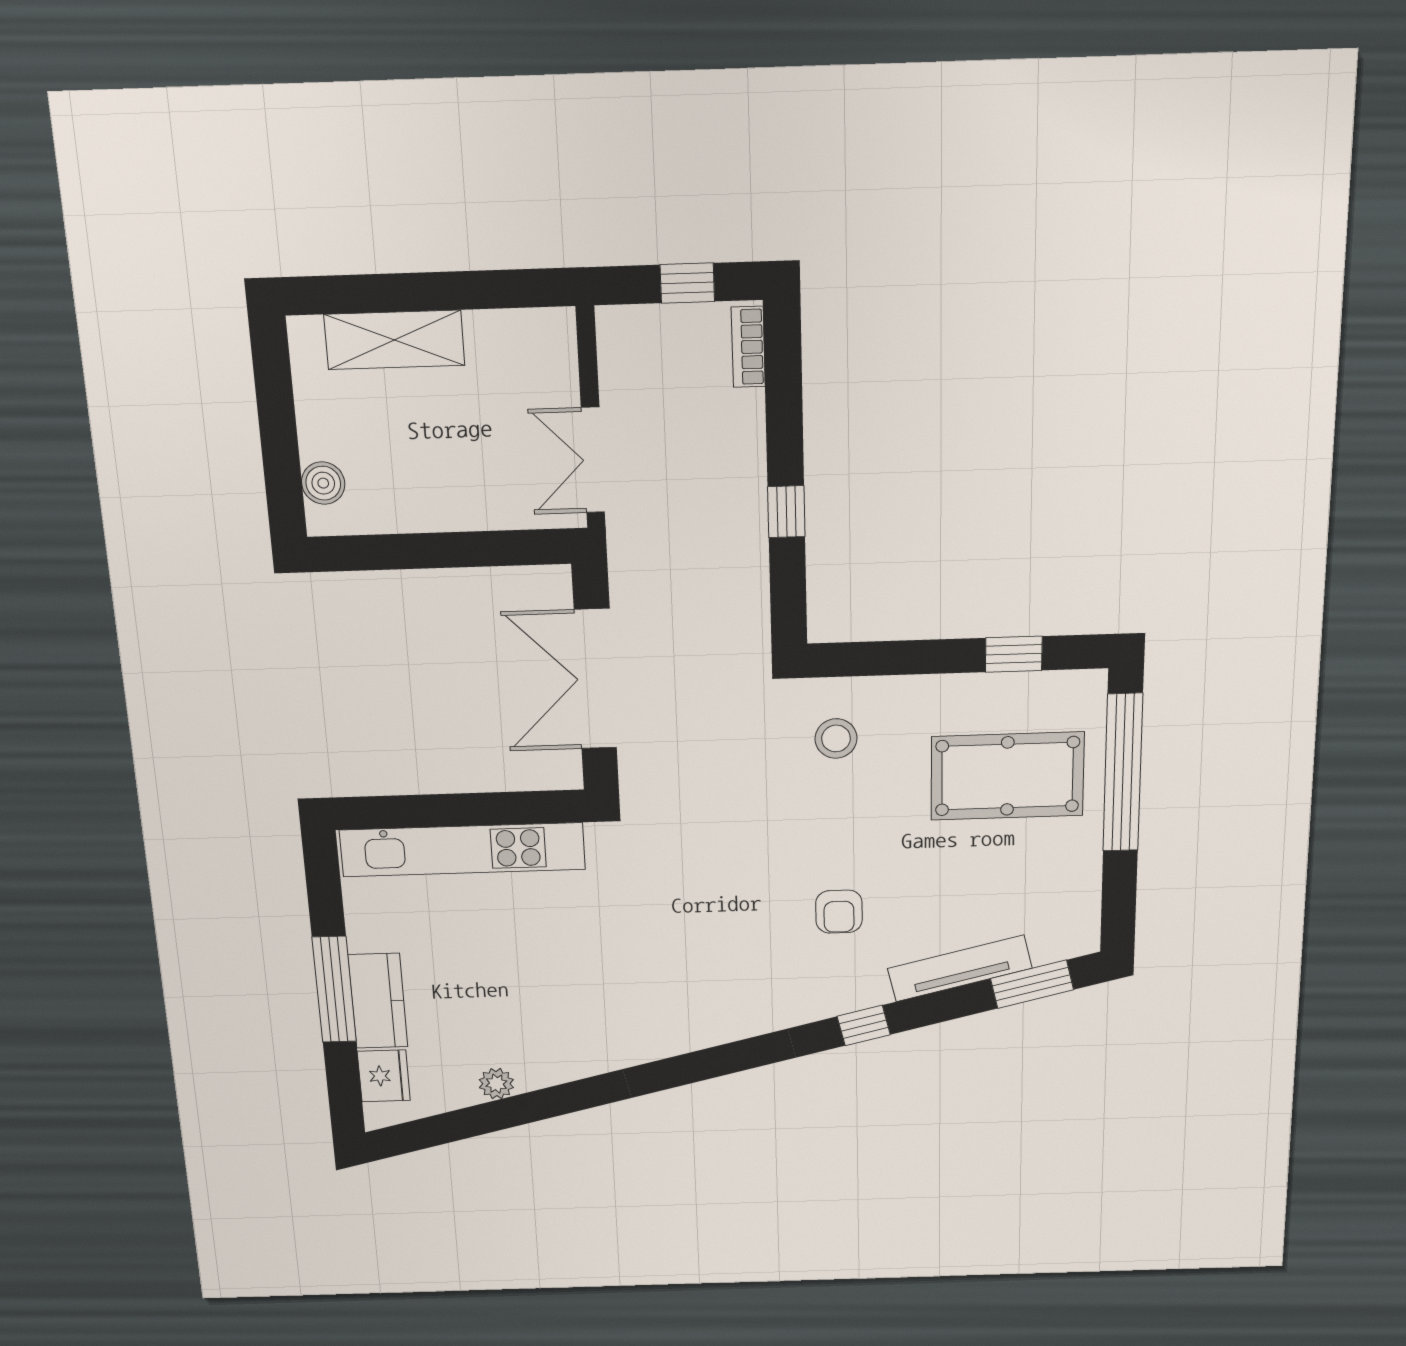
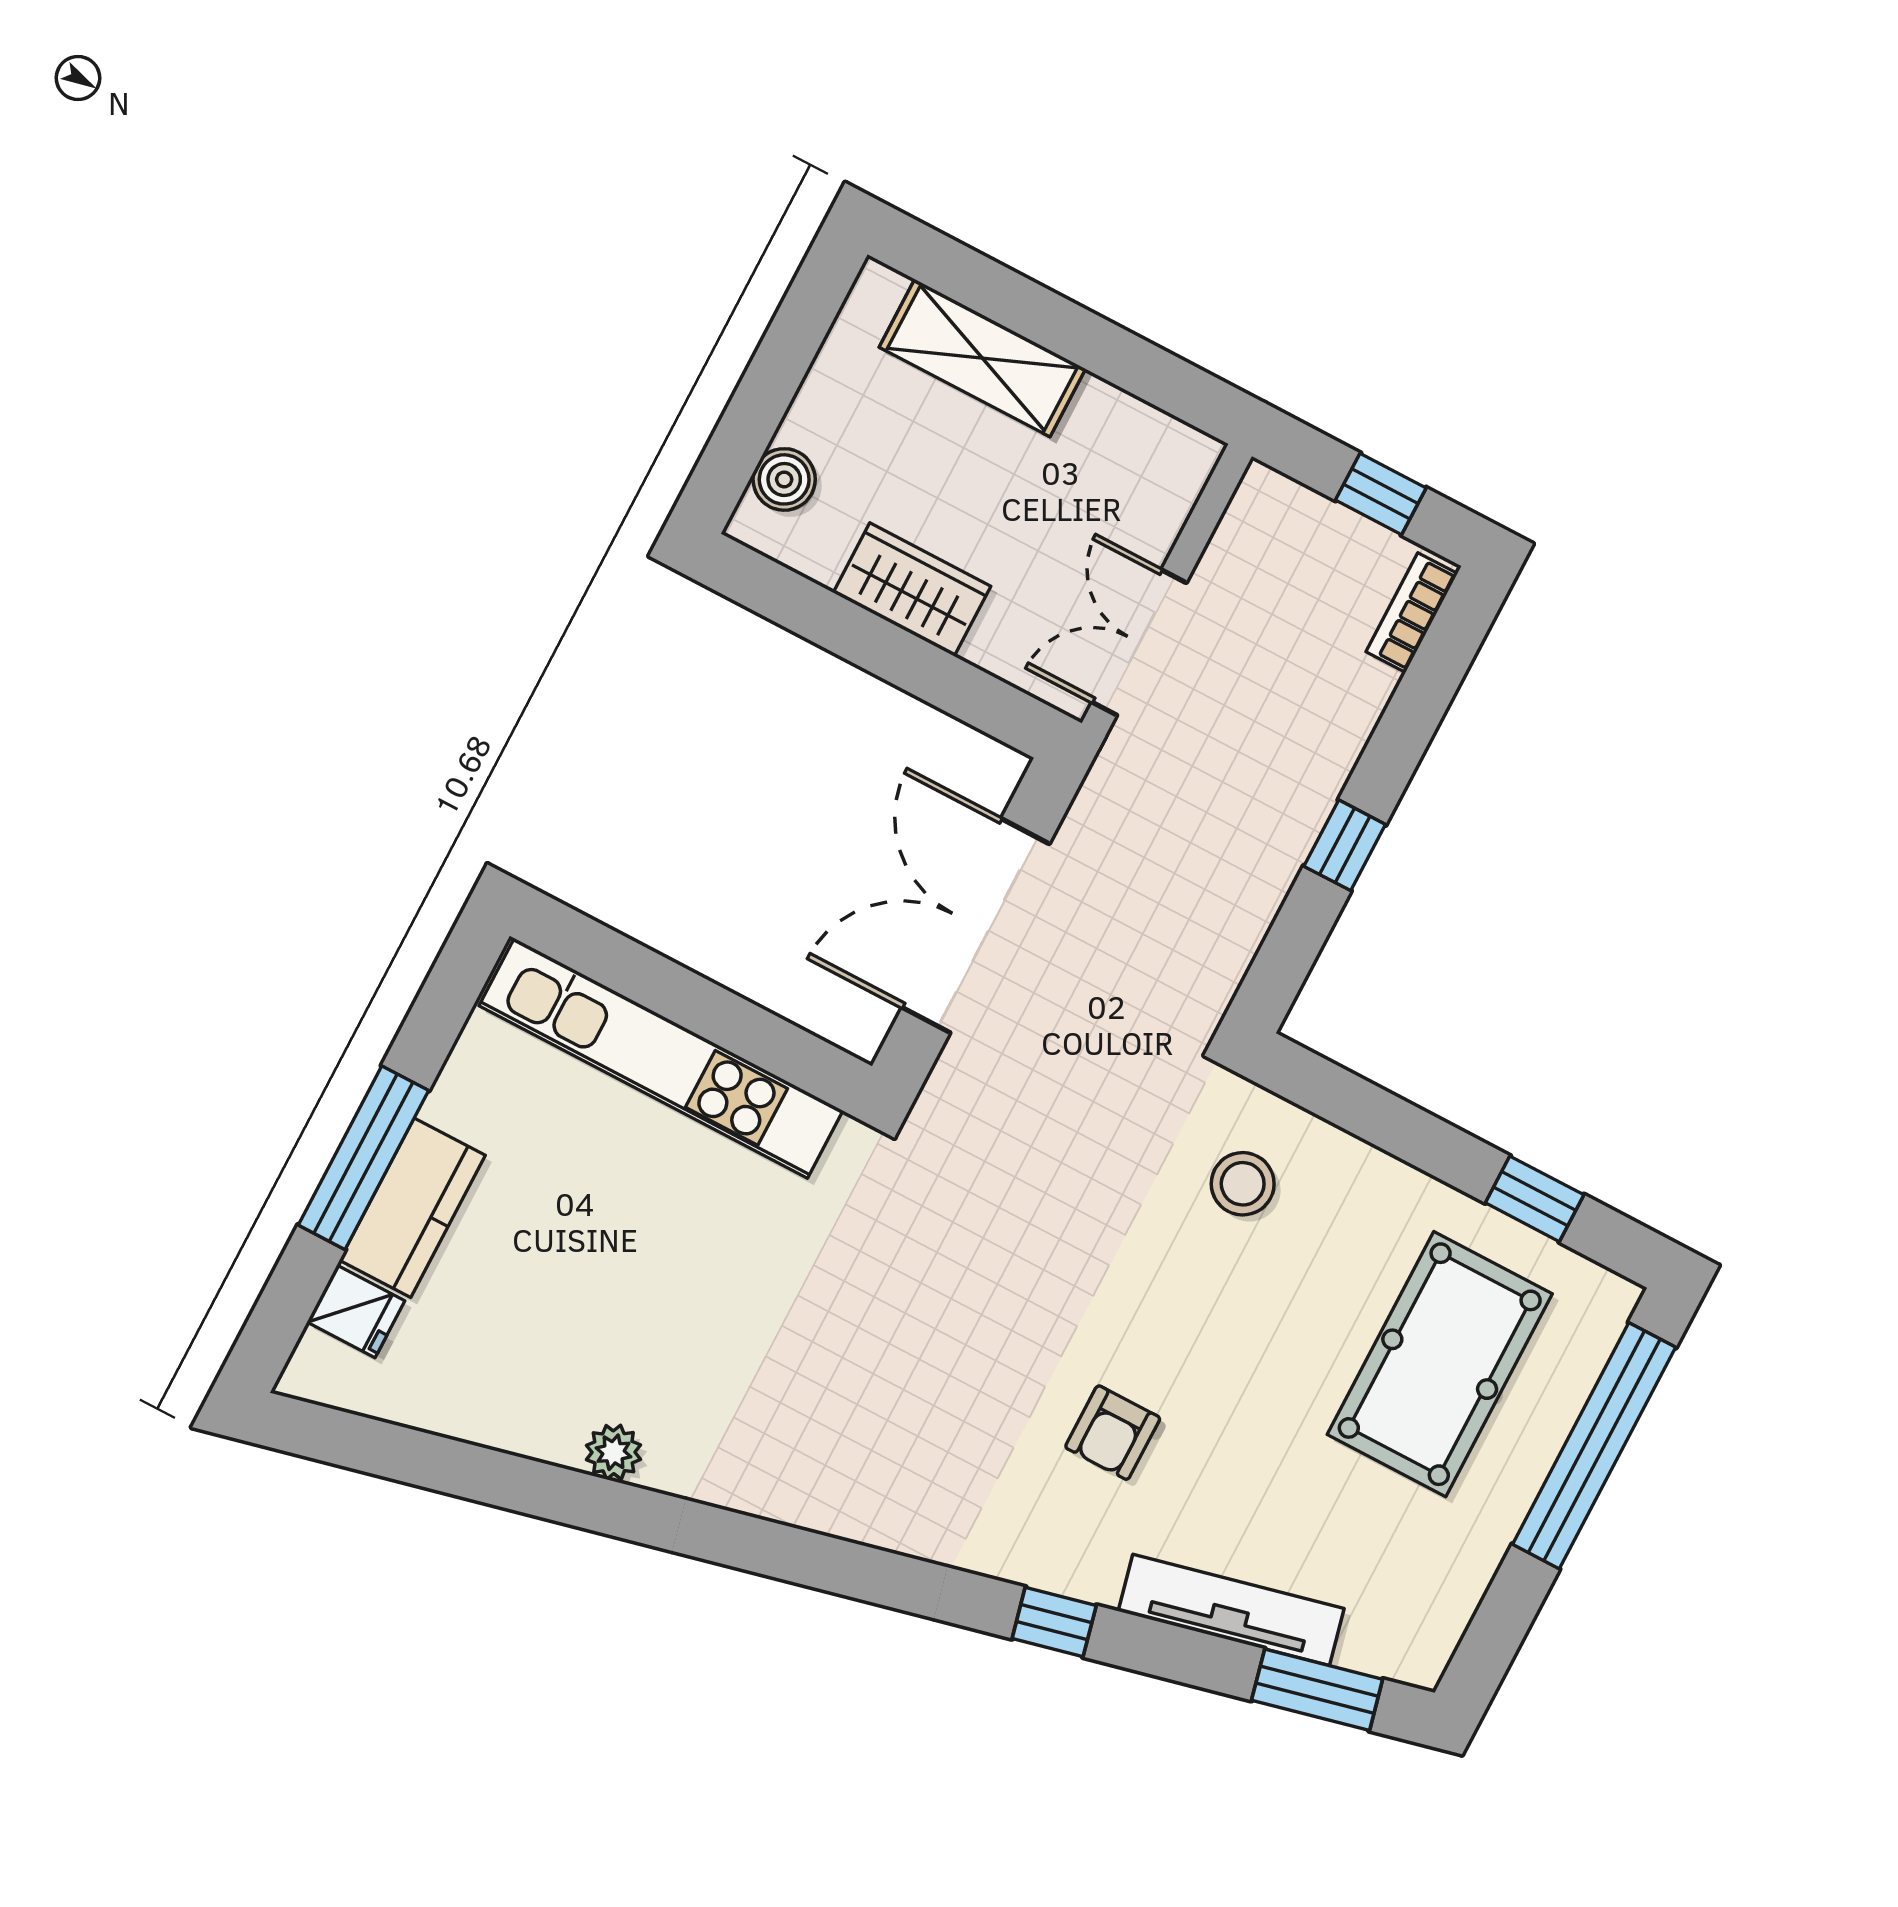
wardrobe: (439, 505) -> (912, 589), added
pool table: (1007, 776) -> (1440, 1364), turned 90
fridge: (384, 1076) -> (356, 1311), width x0.72
plant: (496, 1084) -> (614, 1452), moved

